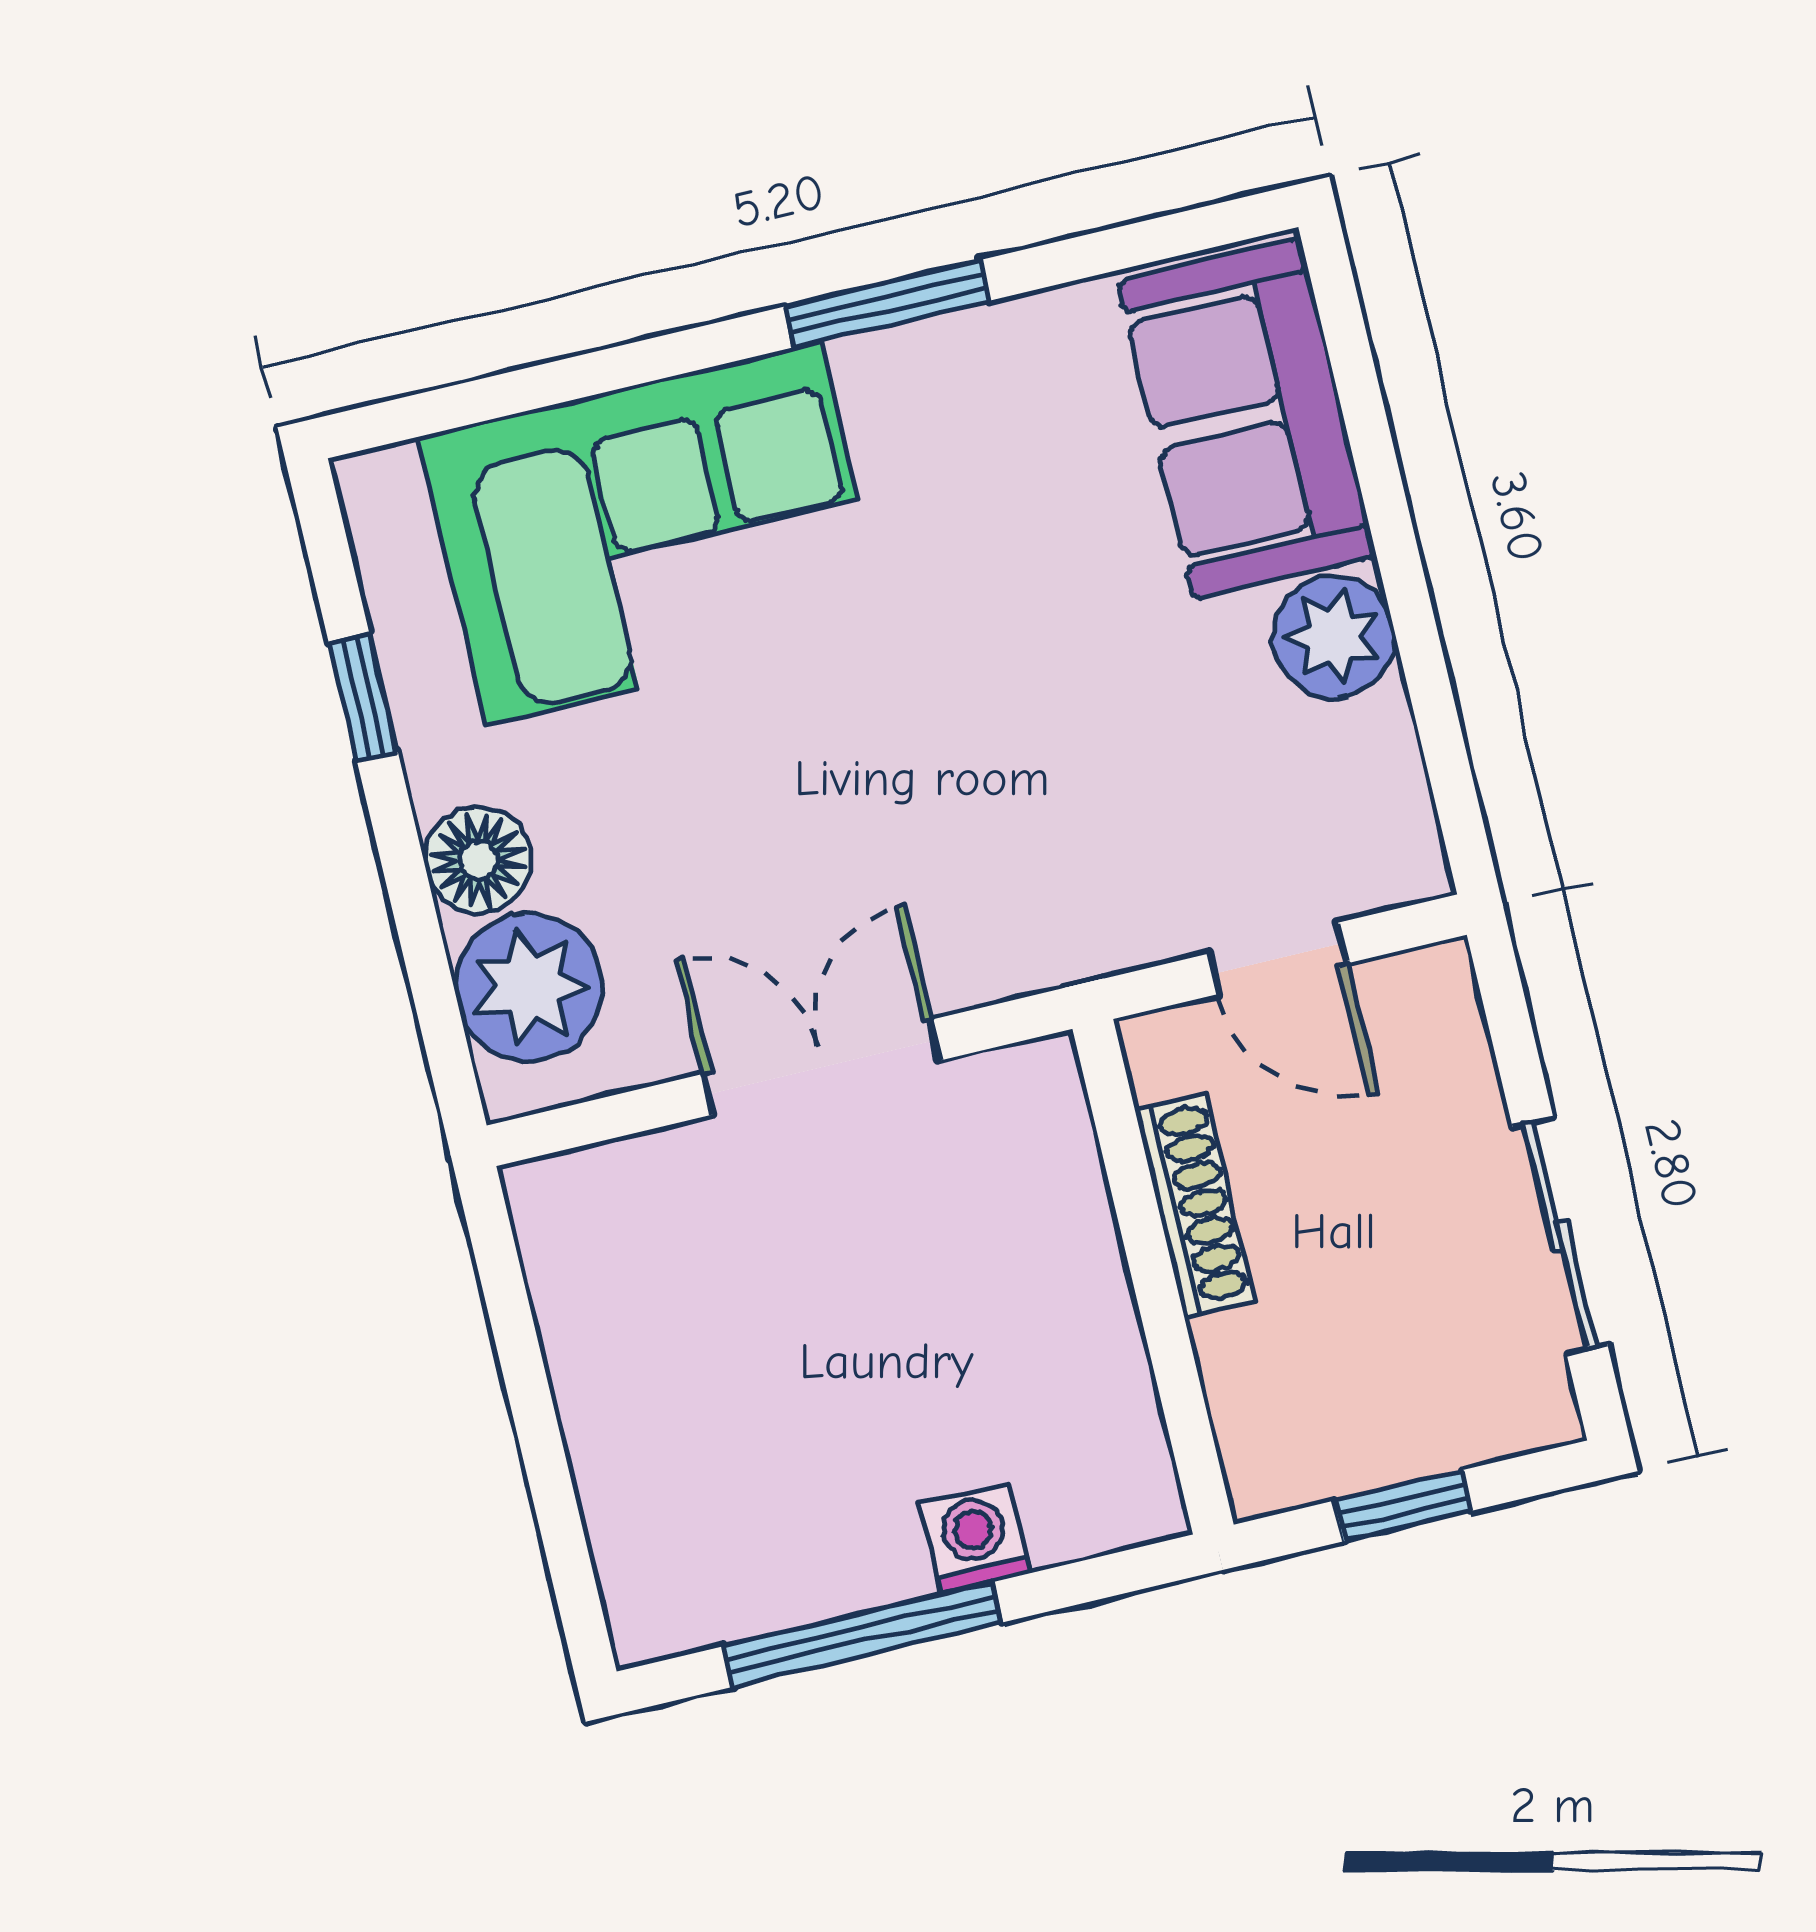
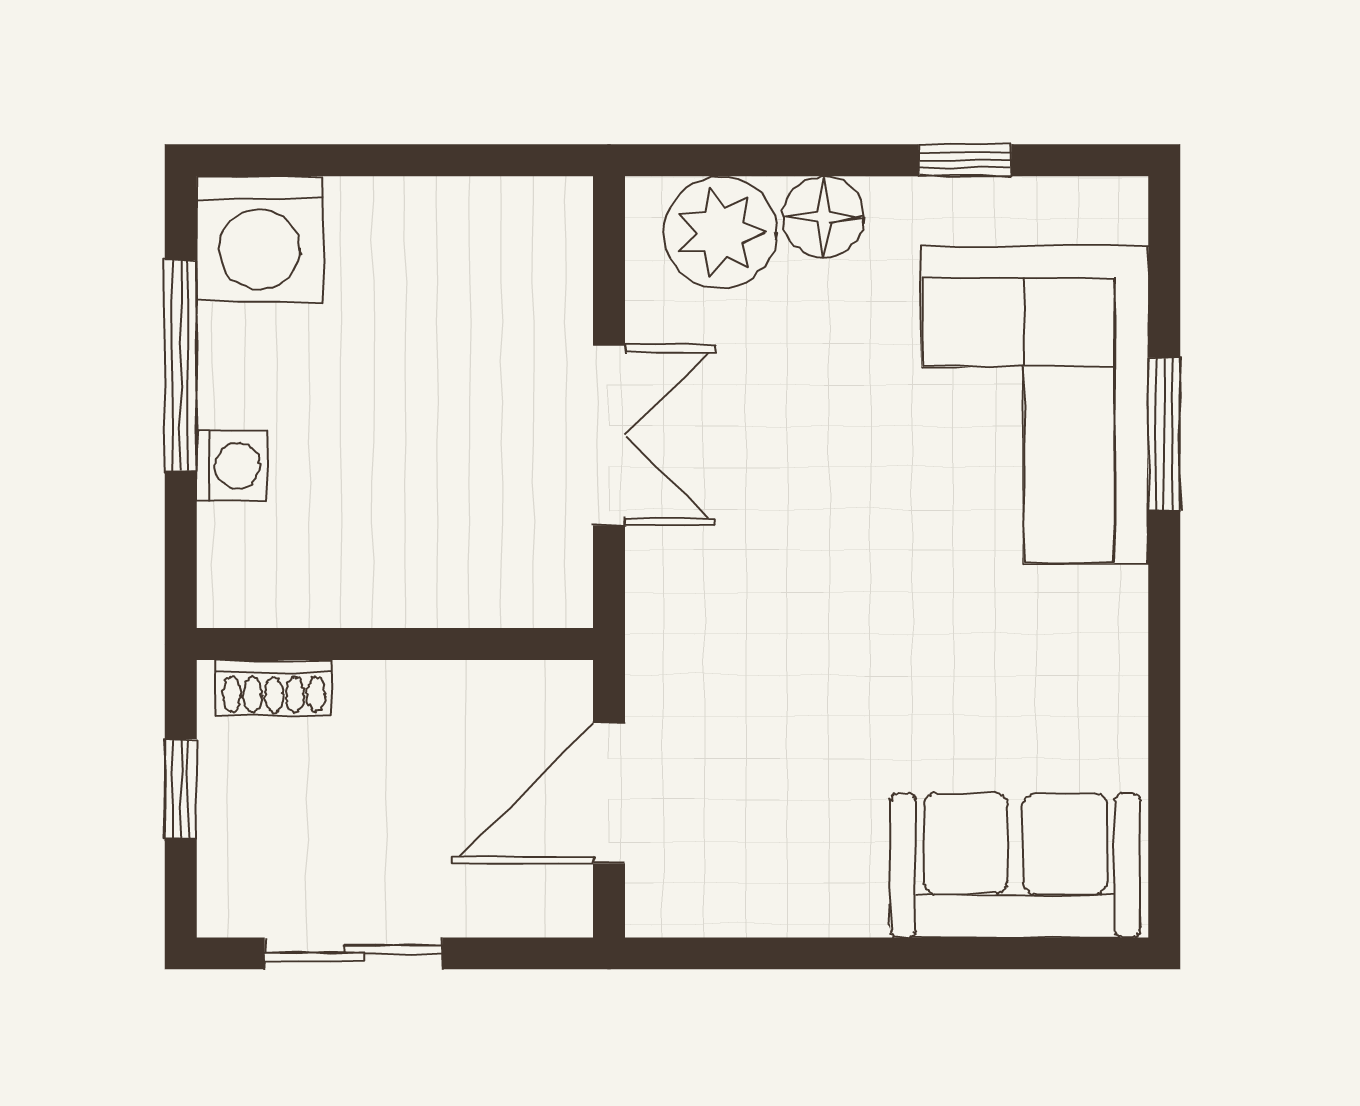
window: (887, 304) -> (1164, 434), moved
plant: (1334, 637) -> (838, 891), removed
door: (1278, 958) -> (609, 793), width x1.38
shoe rack: (1195, 1205) -> (274, 688), moved, width x0.70
washing machine: (678, 1572) -> (260, 239), added

